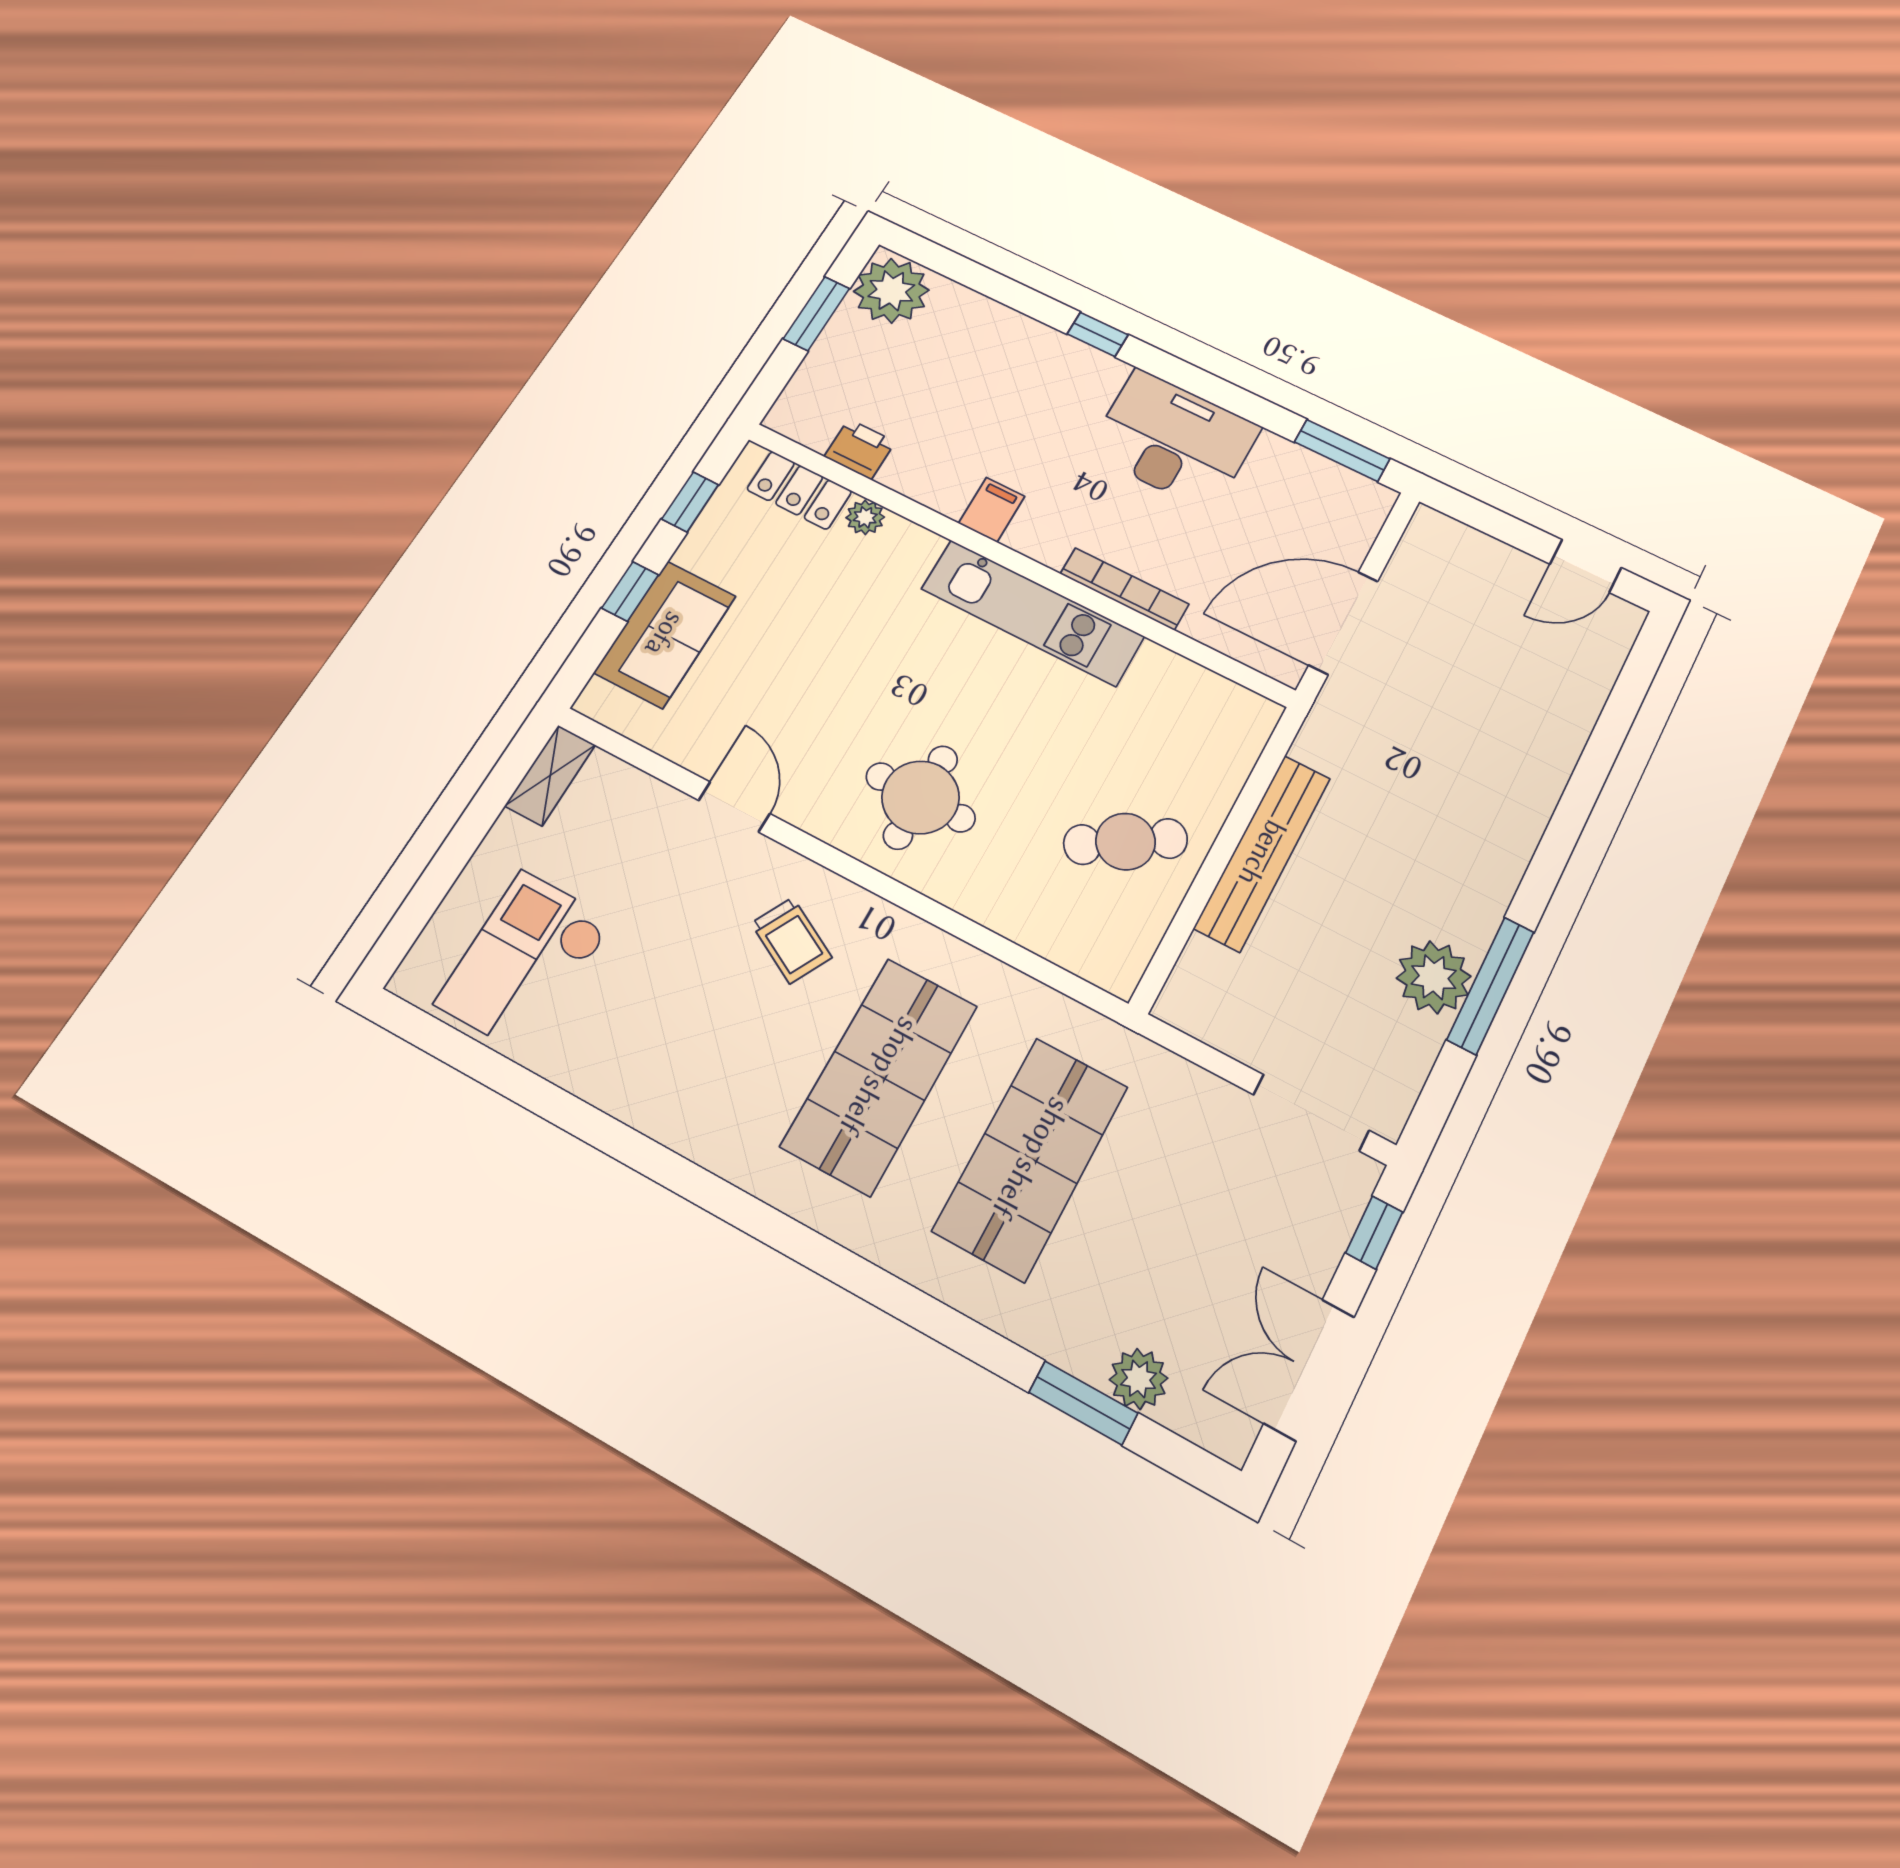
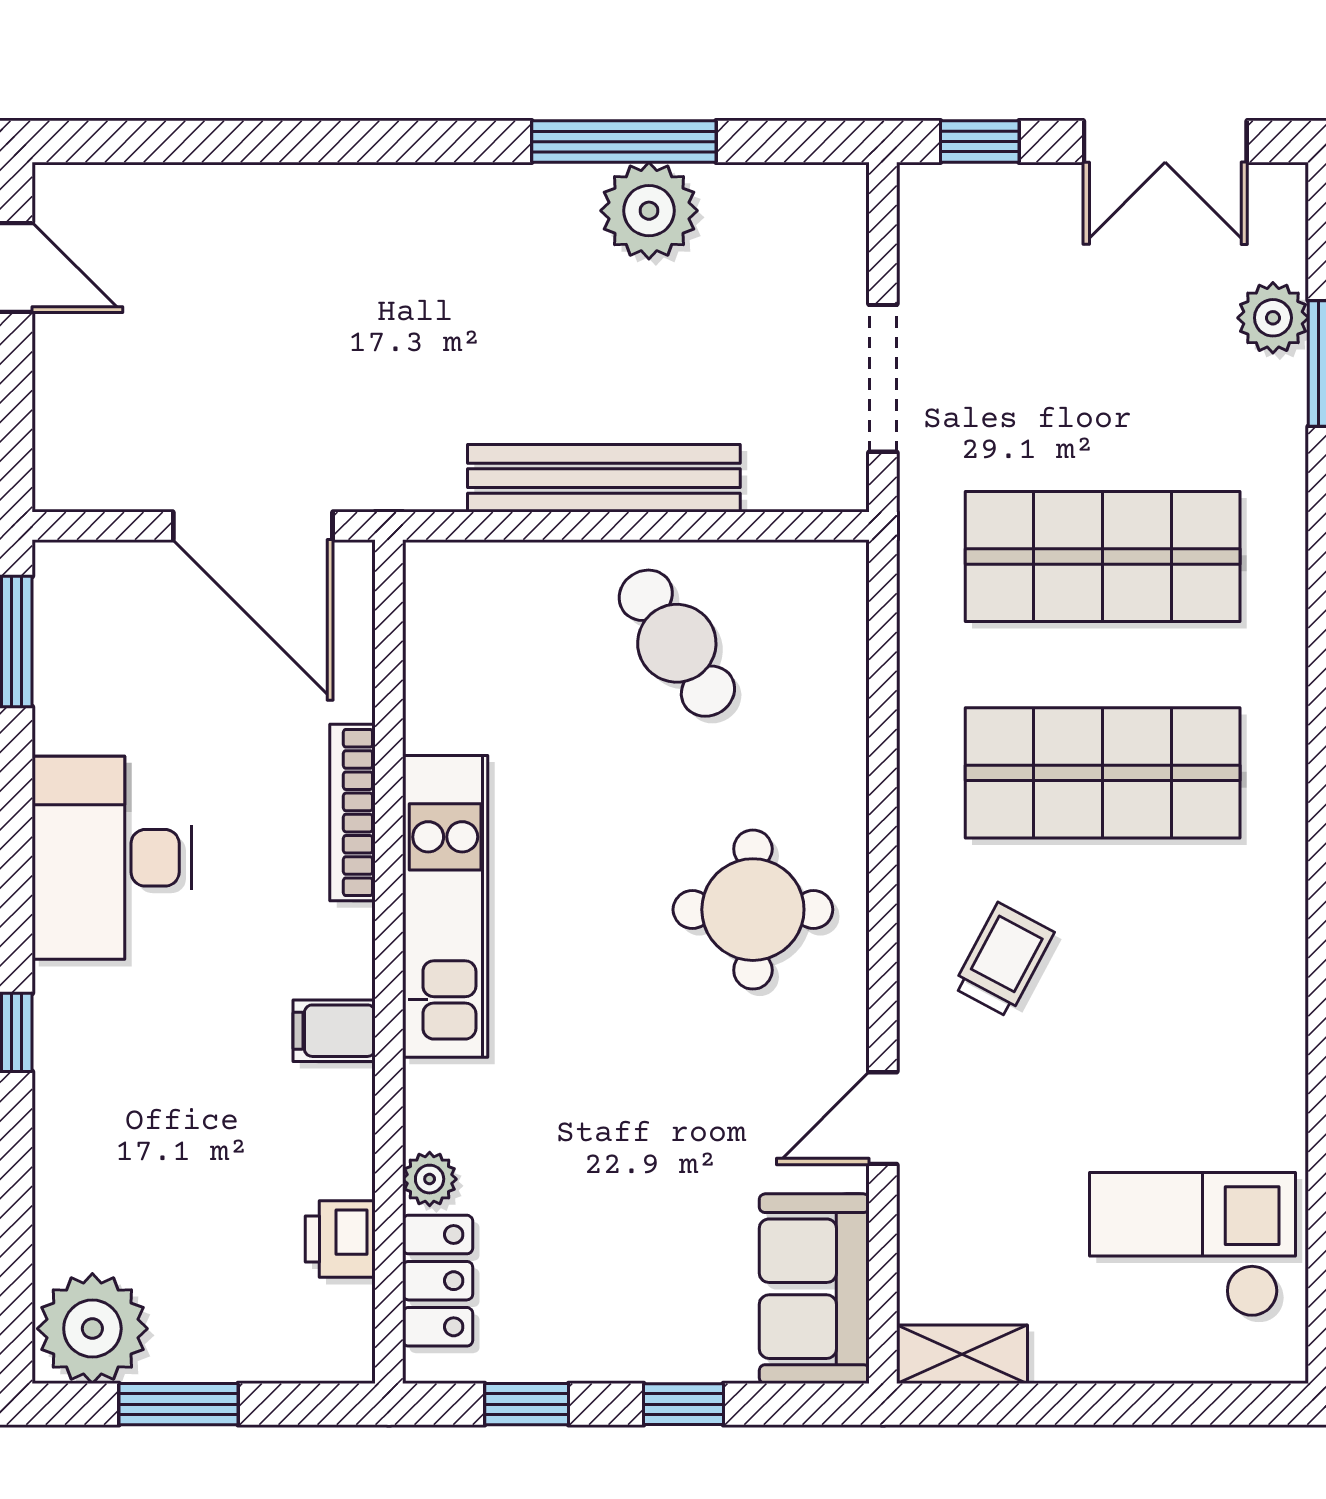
sofa: (665, 634) -> (814, 1289), moved, turned -90
checkout: (525, 962) -> (1192, 1245), turned 180
doorway: (1311, 1113) -> (883, 378), moved

